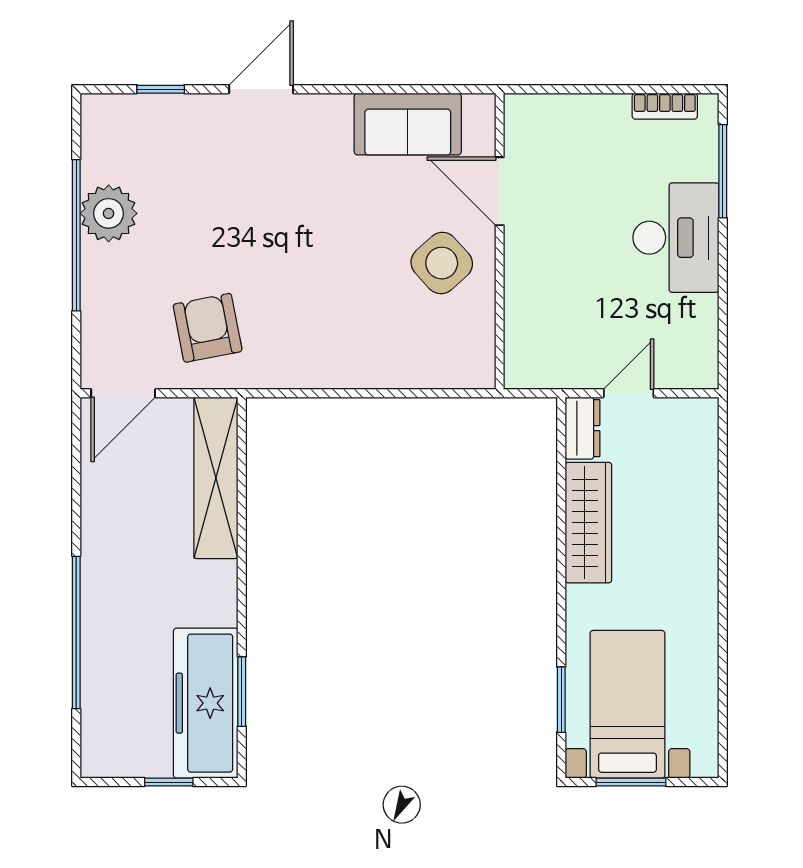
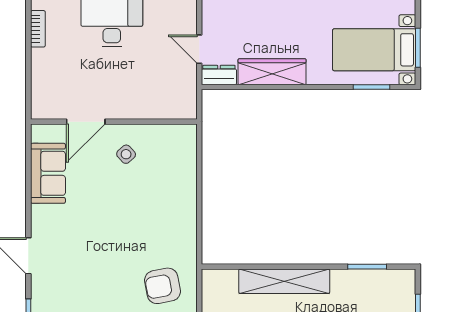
side table: (442, 263) -> (126, 154), width x0.54, depth x0.54
shelving: (216, 478) -> (284, 281), moved
freezer: (206, 703) -> (374, 287), removed

